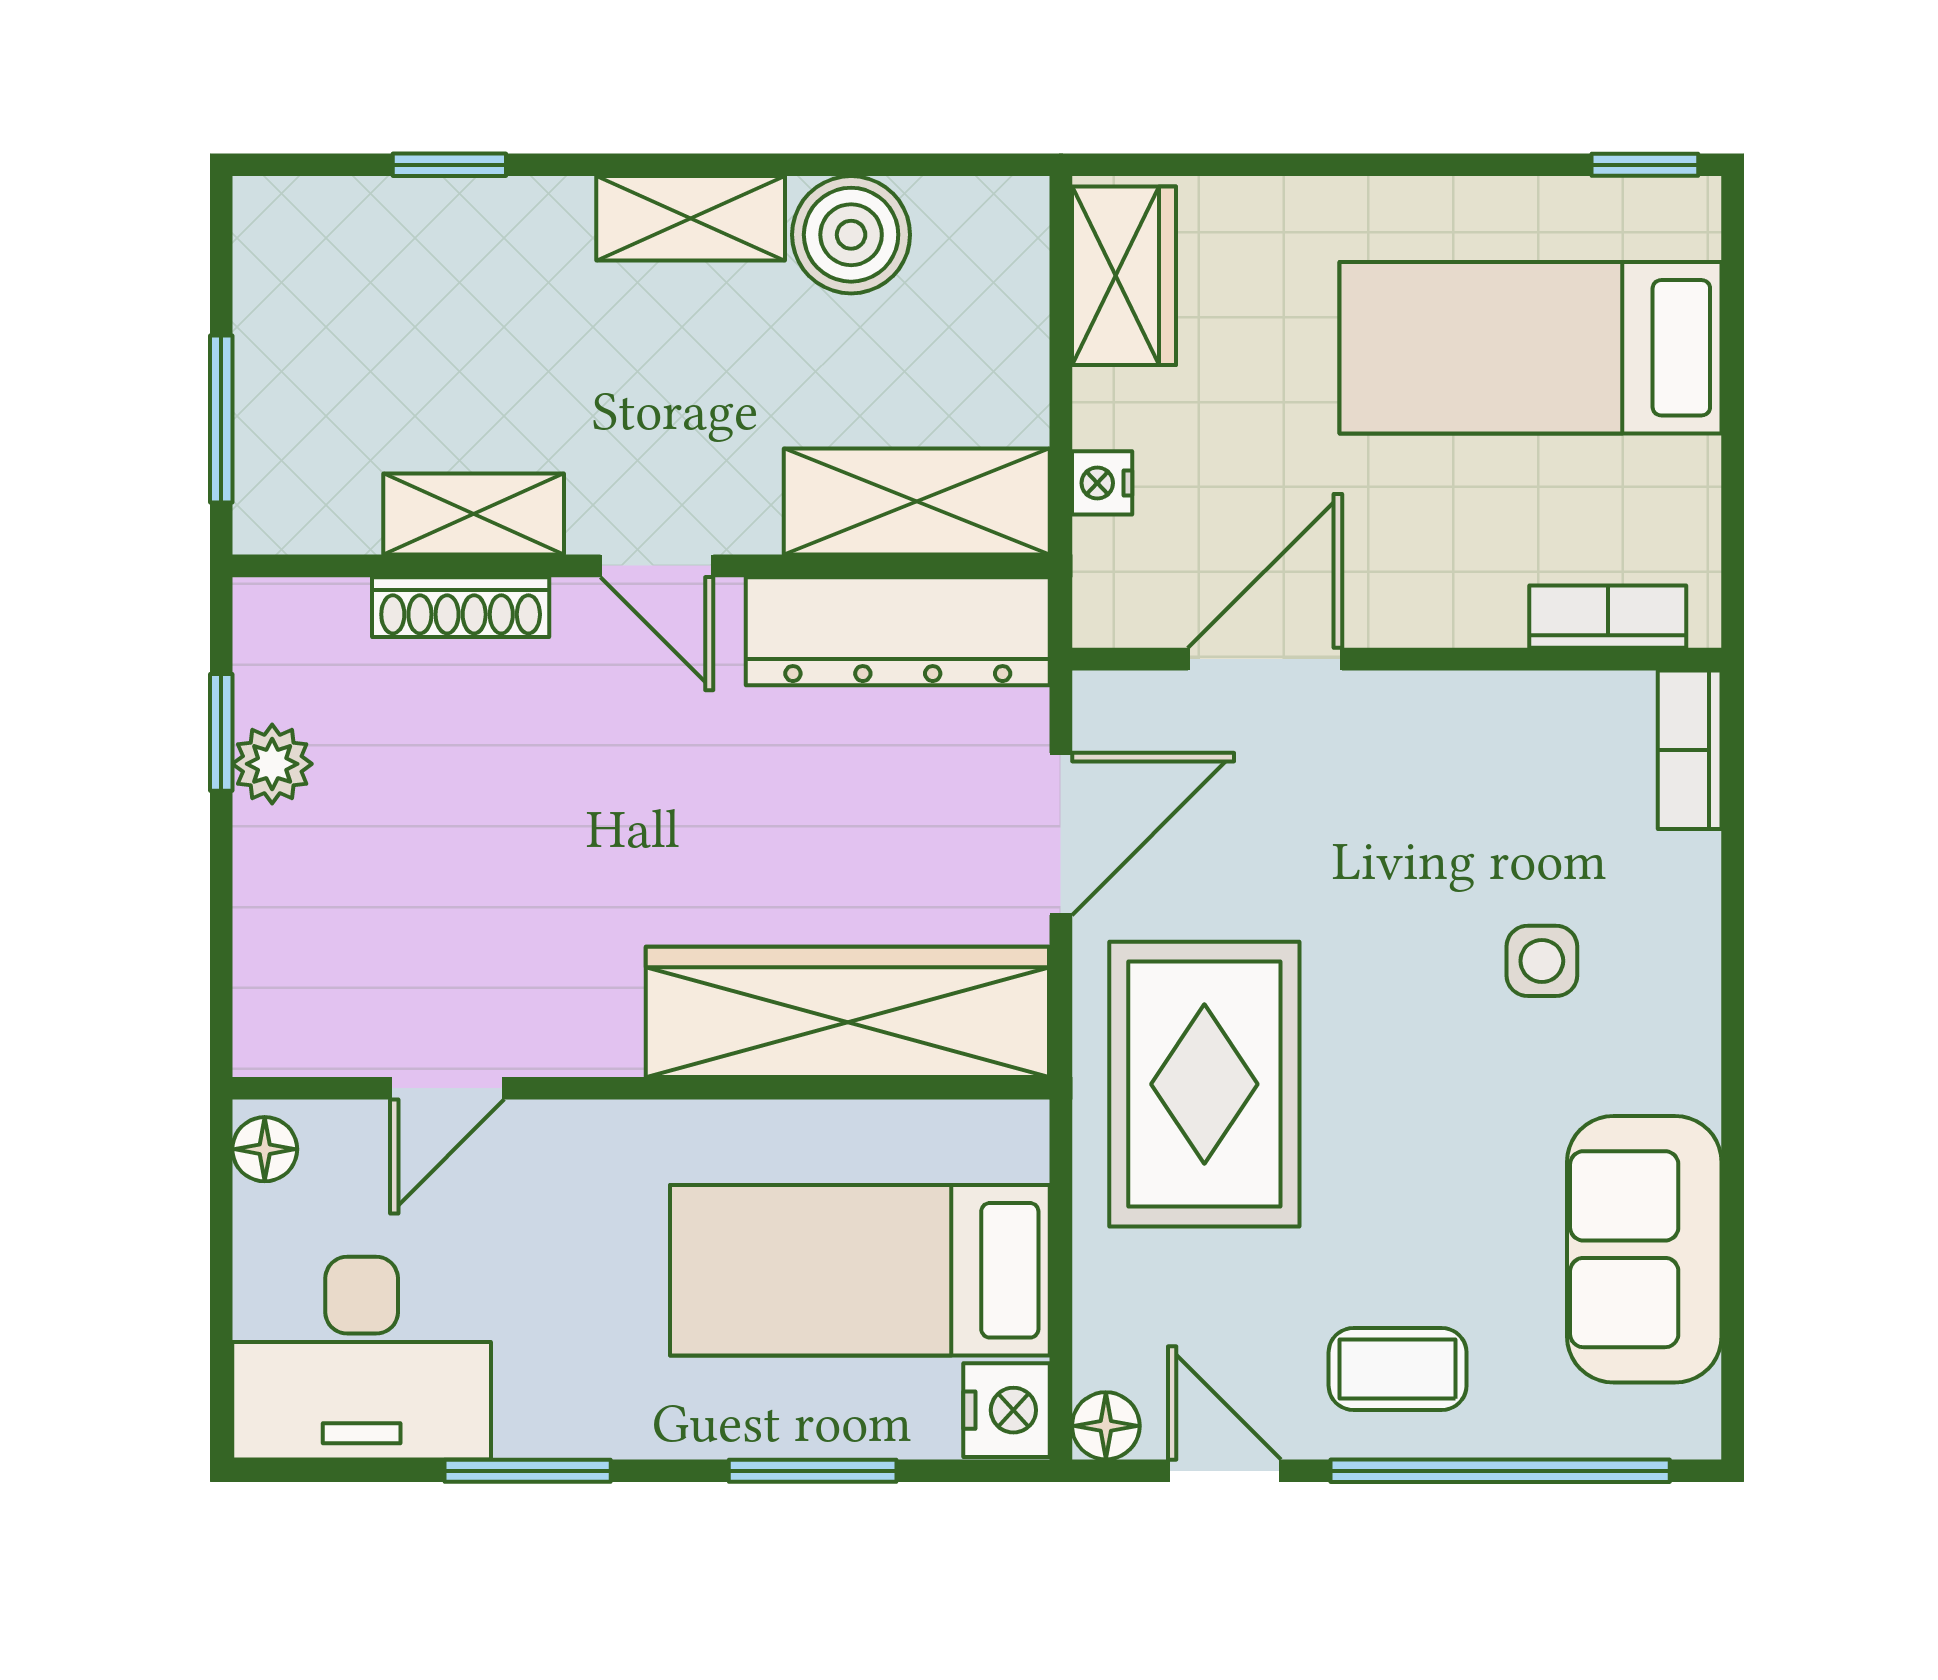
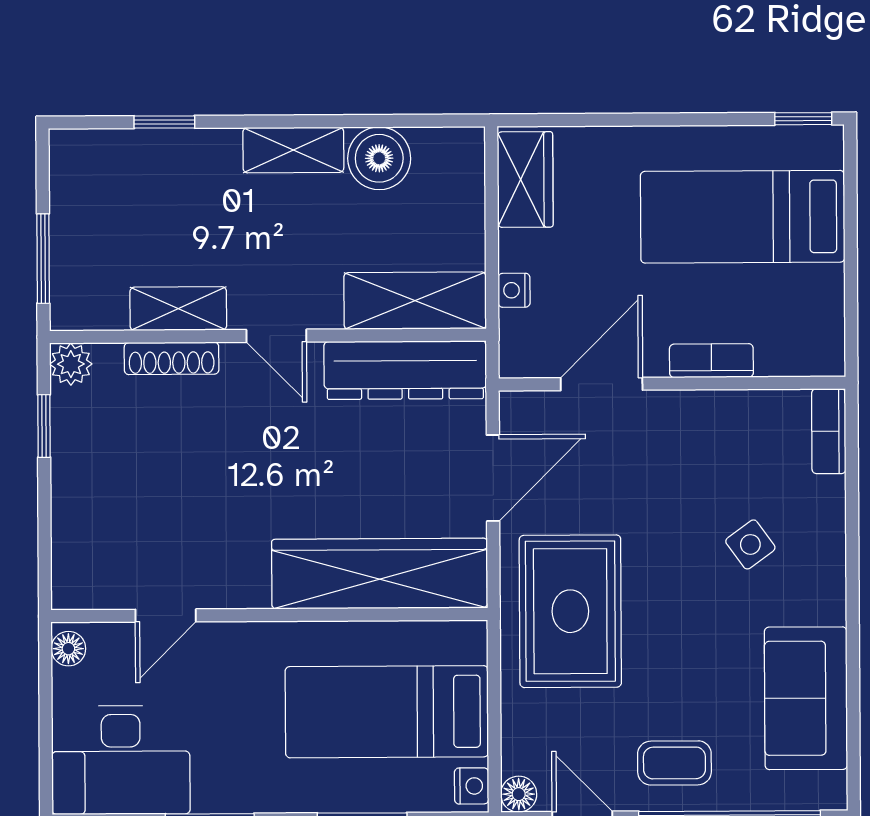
bookcase: (1608, 617) -> (711, 361), moved
plant: (272, 764) -> (71, 364), moved
side table: (1542, 961) -> (750, 544), turned -36
nightstand: (1007, 1410) -> (472, 786), width x0.72, depth x0.74

